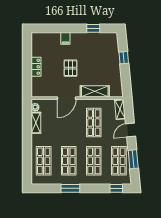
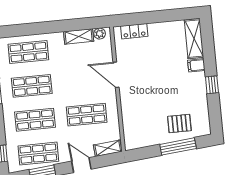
window: (93, 28) -> (212, 85), moved
window: (124, 58) -> (178, 146), width x2.17
locker: (36, 67) -> (134, 31), moved
pallet: (71, 68) -> (179, 123), moved
shelving: (95, 91) -> (194, 39), moved

